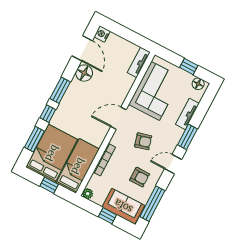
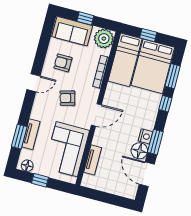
nightstand: (102, 34) -> (146, 136), moved
tv unit: (139, 62) -> (93, 160), moved
window: (60, 90) -> (155, 142), moved
window: (187, 137) -> (19, 137), moved
plant: (88, 194) -> (104, 39), width x1.88, depth x1.88
window: (152, 204) -> (45, 40), removed

